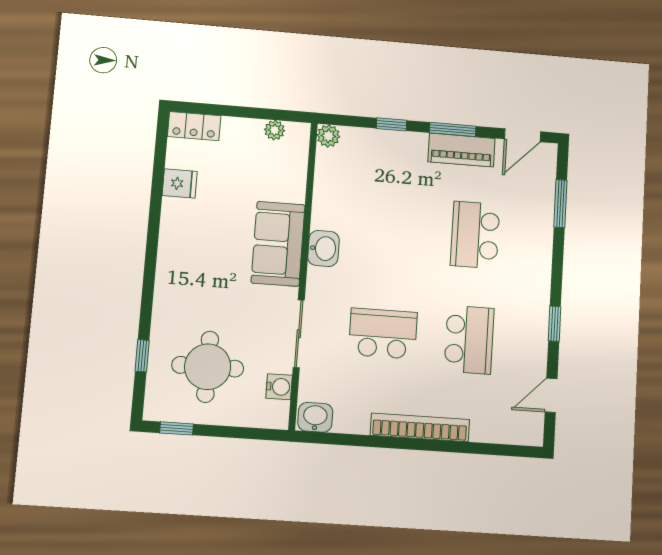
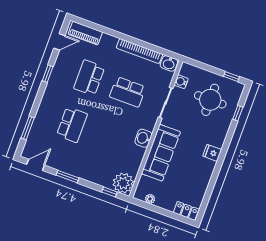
window: (392, 124) -> (109, 192), moved
plant: (328, 136) -> (123, 183), width x1.88, depth x1.88
piano: (461, 150) -> (85, 33), moved, turned 180
fridge: (180, 184) -> (212, 153), moved
sofa: (278, 244) -> (161, 153), width x1.36
bookcase: (420, 427) -> (139, 51), moved

